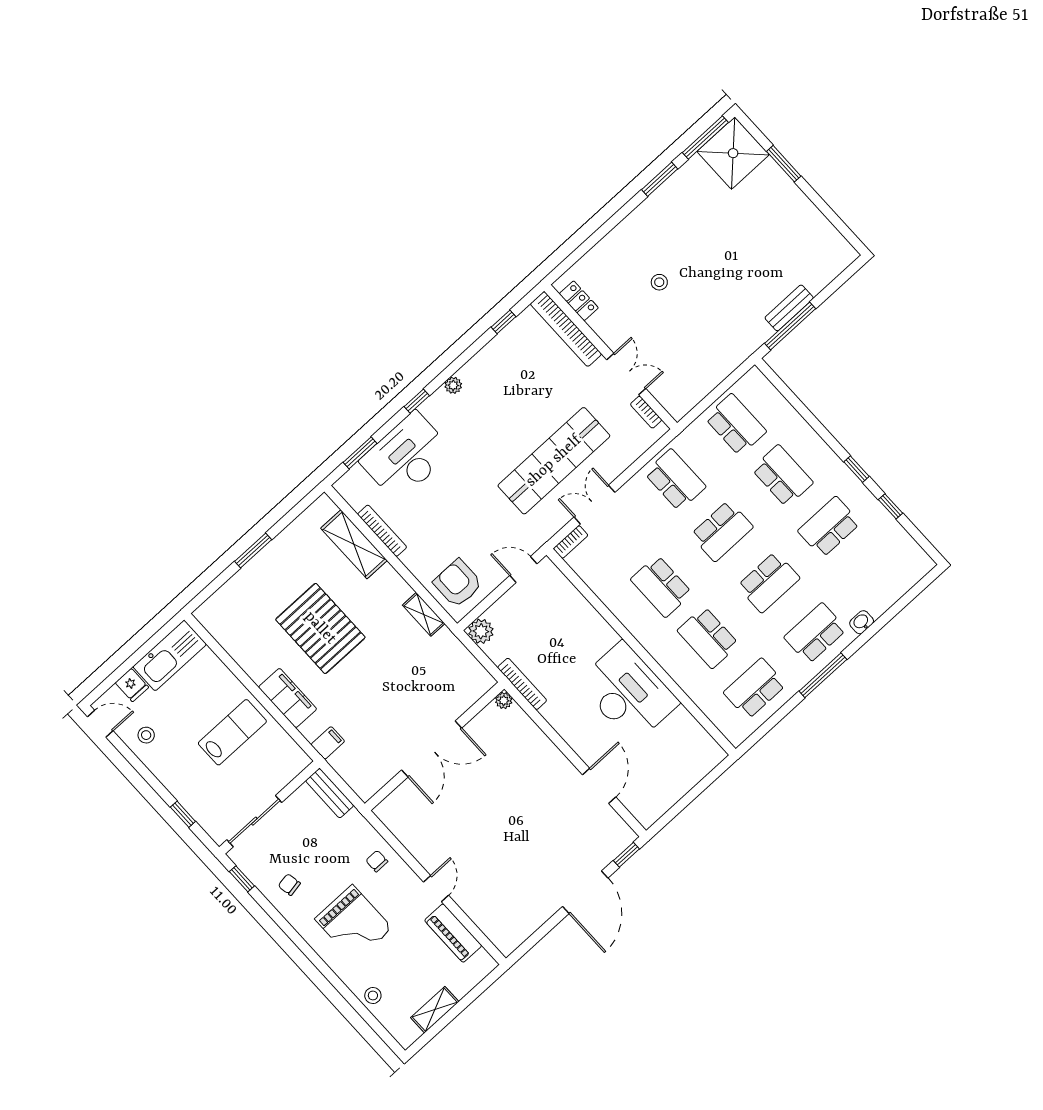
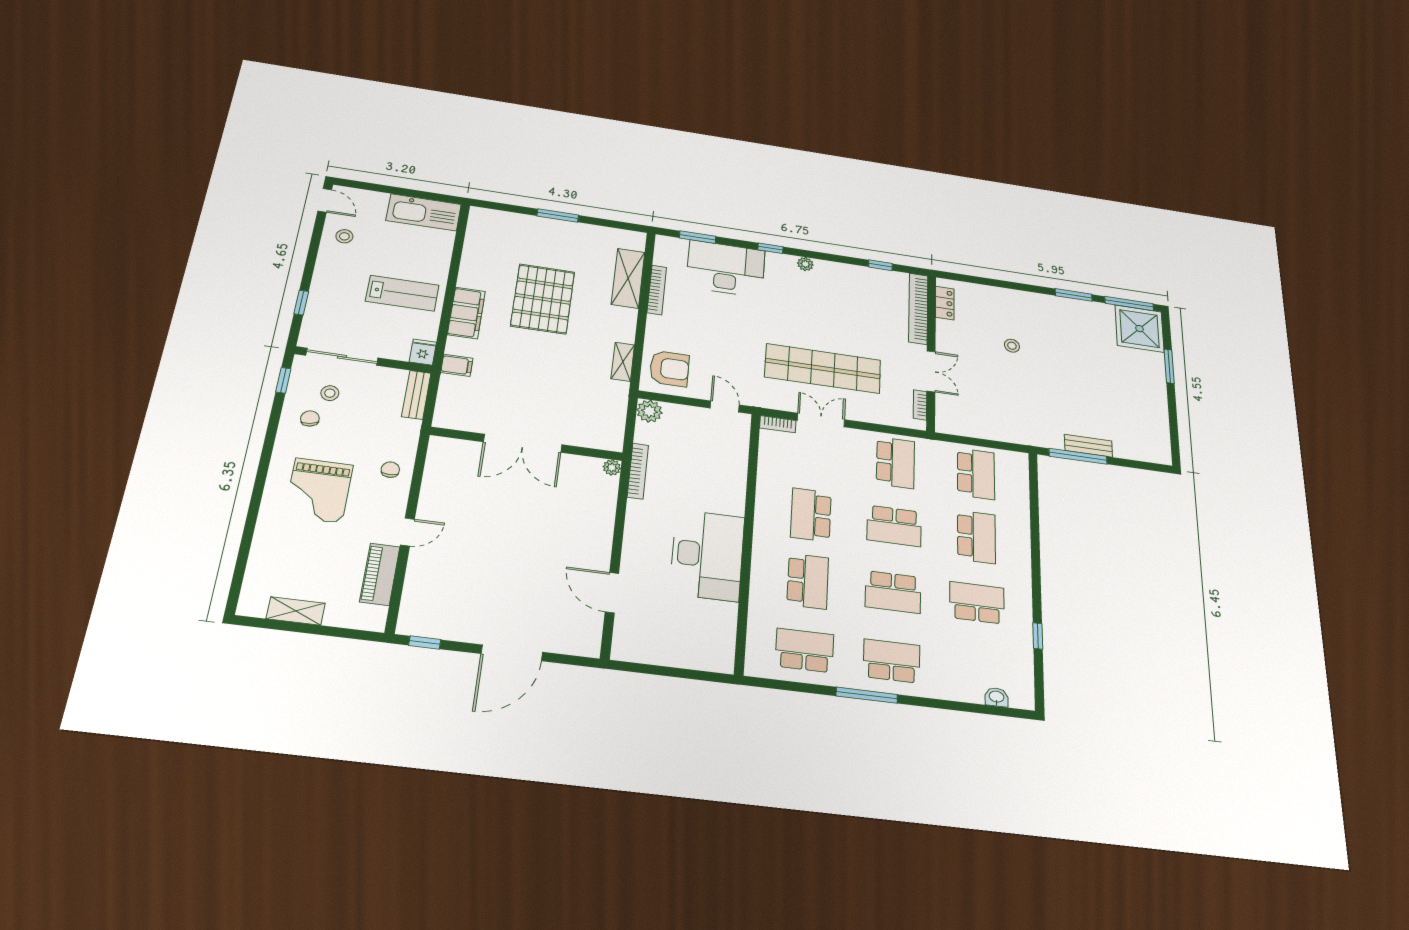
window: (856, 469) -> (1036, 587), removed
armchair: (458, 583) -> (669, 369), turned 90
washbasin: (862, 622) -> (997, 697), moved
school desk: (708, 637) -> (808, 581), turned 180
fridge: (132, 685) -> (423, 352), moved, turned 180
door: (599, 786) -> (612, 593), swing flipped
window: (626, 855) -> (425, 643), moved
stool: (373, 995) -> (330, 393), moved

